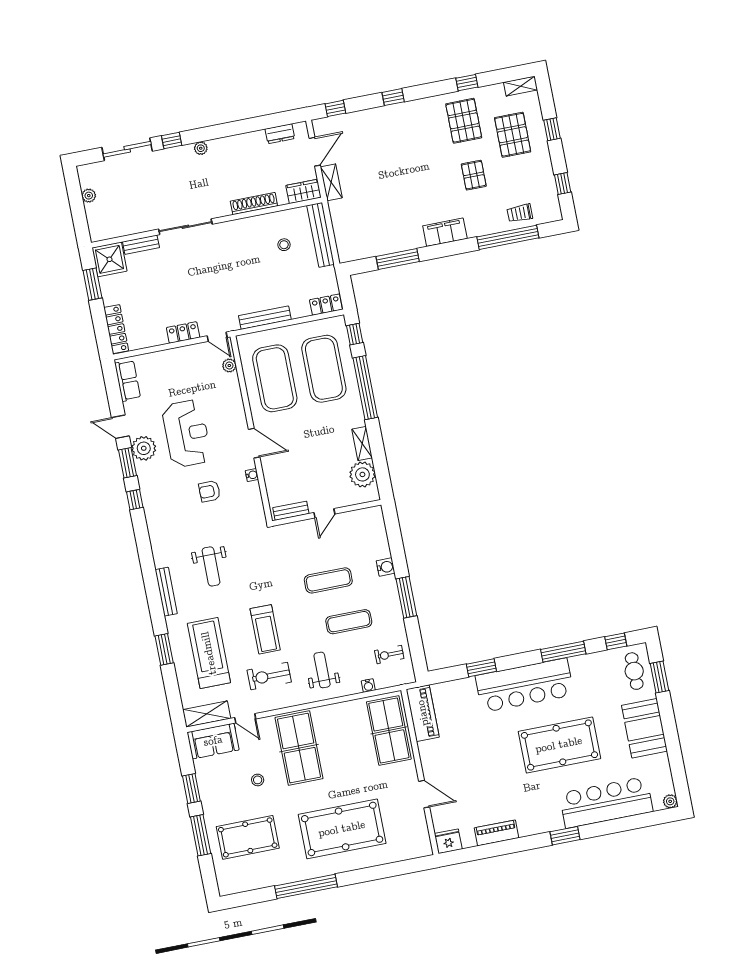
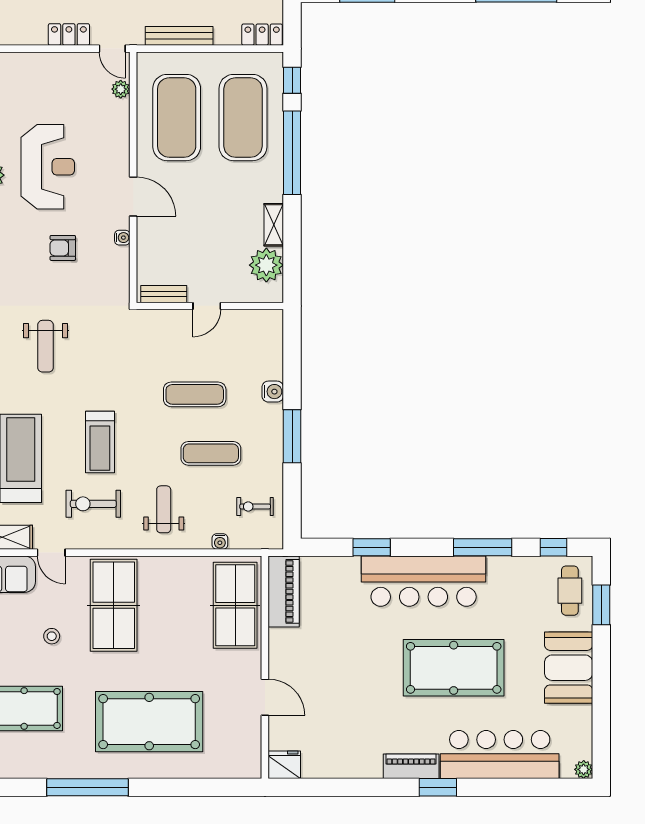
piano: (497, 833) -> (411, 766), moved

